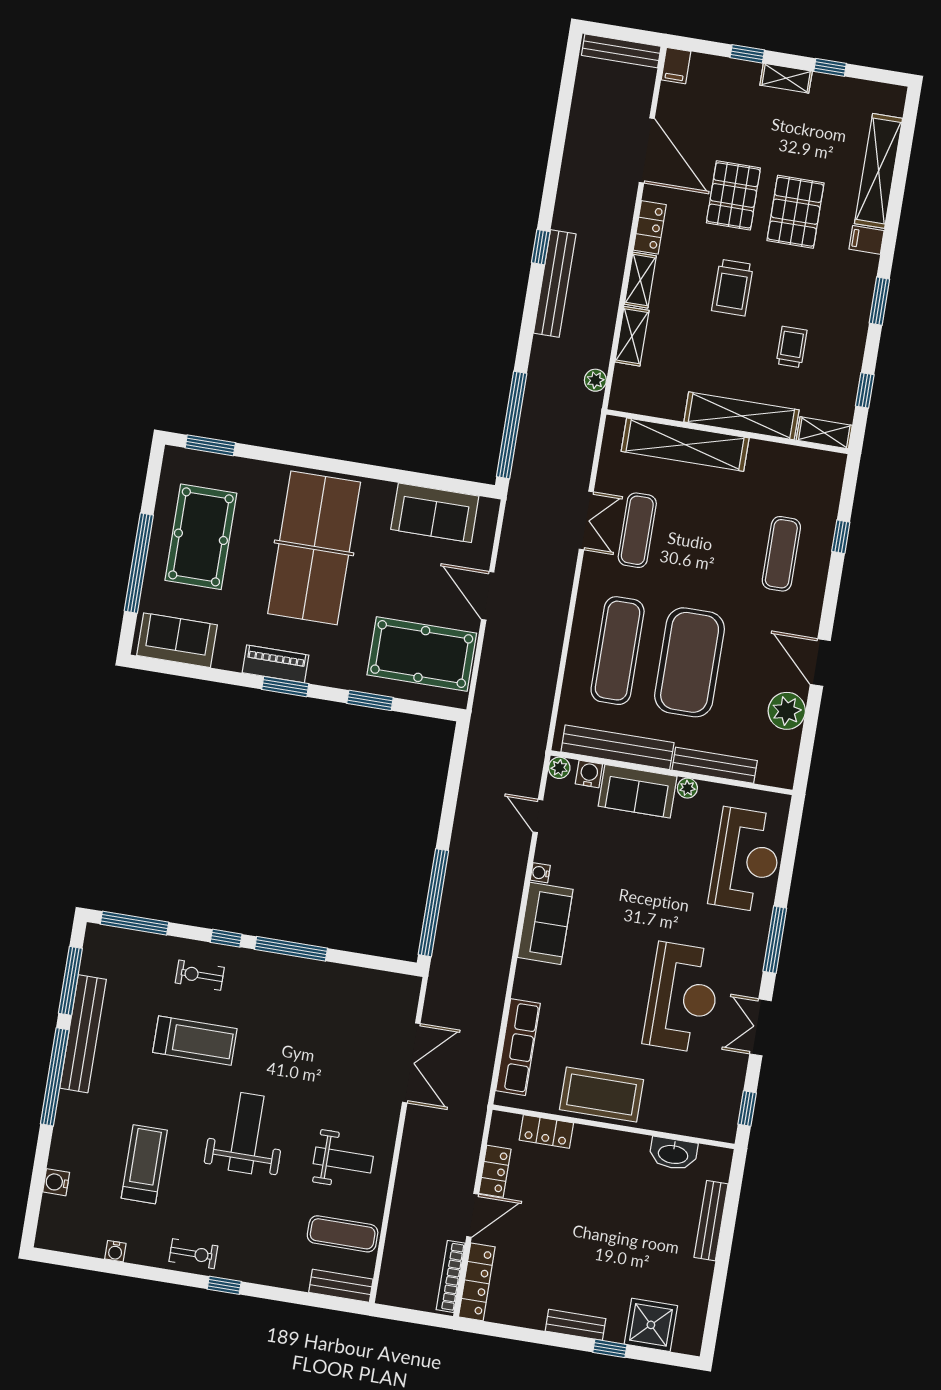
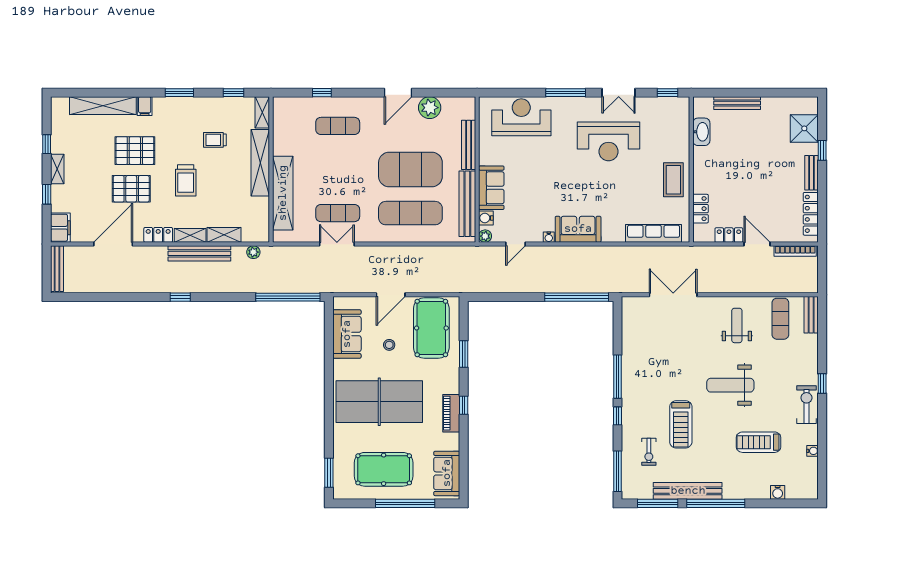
filing cabinet: (676, 66) -> (60, 228), width x2.00
bench: (555, 283) -> (199, 253), moved
trolley: (732, 288) -> (186, 180), turned 90
stool: (405, 580) -> (389, 345), added
window: (285, 687) -> (464, 405), width x0.67
plant: (687, 788) -> (485, 159), removed
exercise bike: (200, 975) -> (649, 452), moved
reception desk: (682, 998) -> (608, 141), turned 180
treadmill: (195, 1041) -> (681, 424), turned 180
coffee table: (601, 1095) -> (673, 180), width x0.73, depth x0.76
exercise bike: (193, 1254) -> (806, 405), width x1.38, depth x1.39
locker: (477, 1282) -> (811, 214), moved, turned -90

